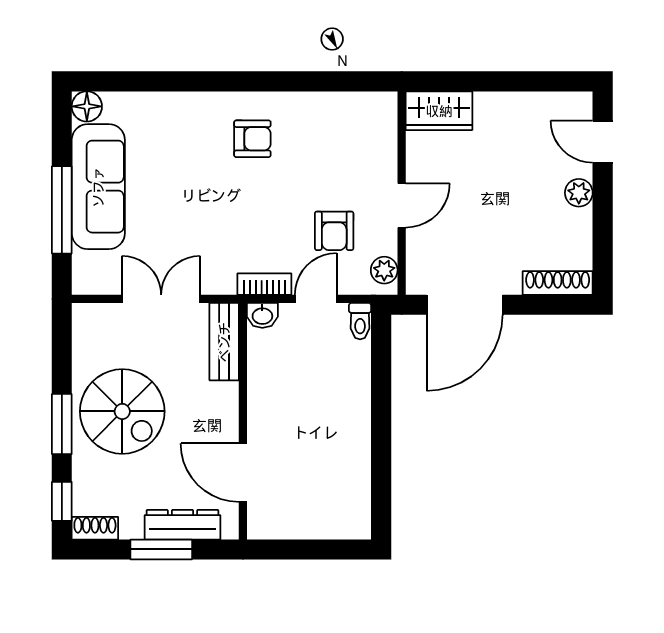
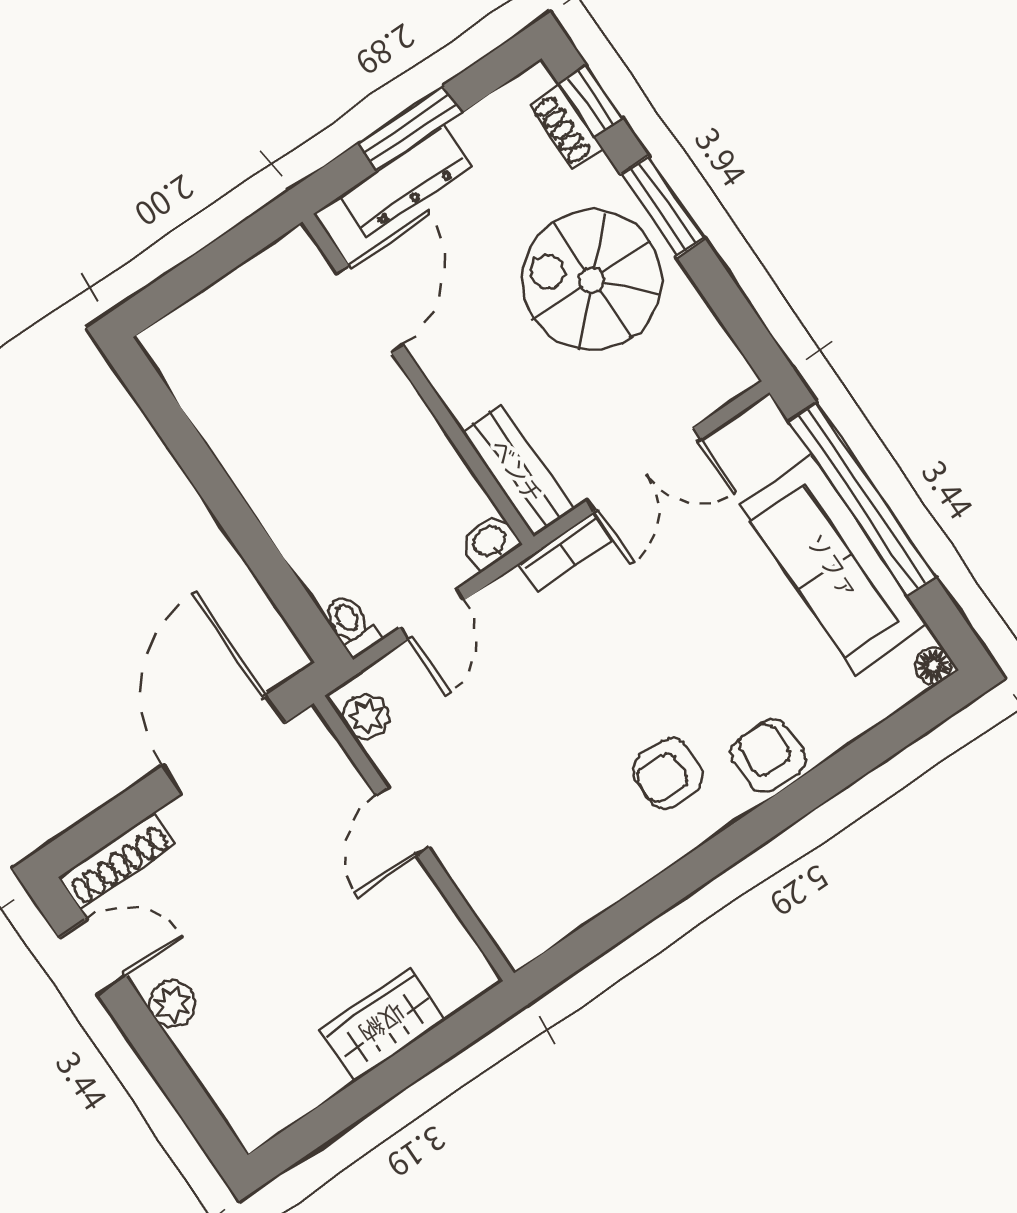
floor lamp: (87, 106) -> (934, 665), width x0.73, depth x0.73
wardrobe: (439, 111) -> (383, 1024), moved
door: (603, 142) -> (93, 957), moved
window: (62, 210) -> (862, 499), width x1.46
armchair: (334, 231) -> (768, 756), moved
bookcase: (264, 284) -> (566, 552), moved
door: (243, 473) -> (370, 309), hinge flipped
shoe rack: (95, 528) -> (566, 127), moved, turned 90

